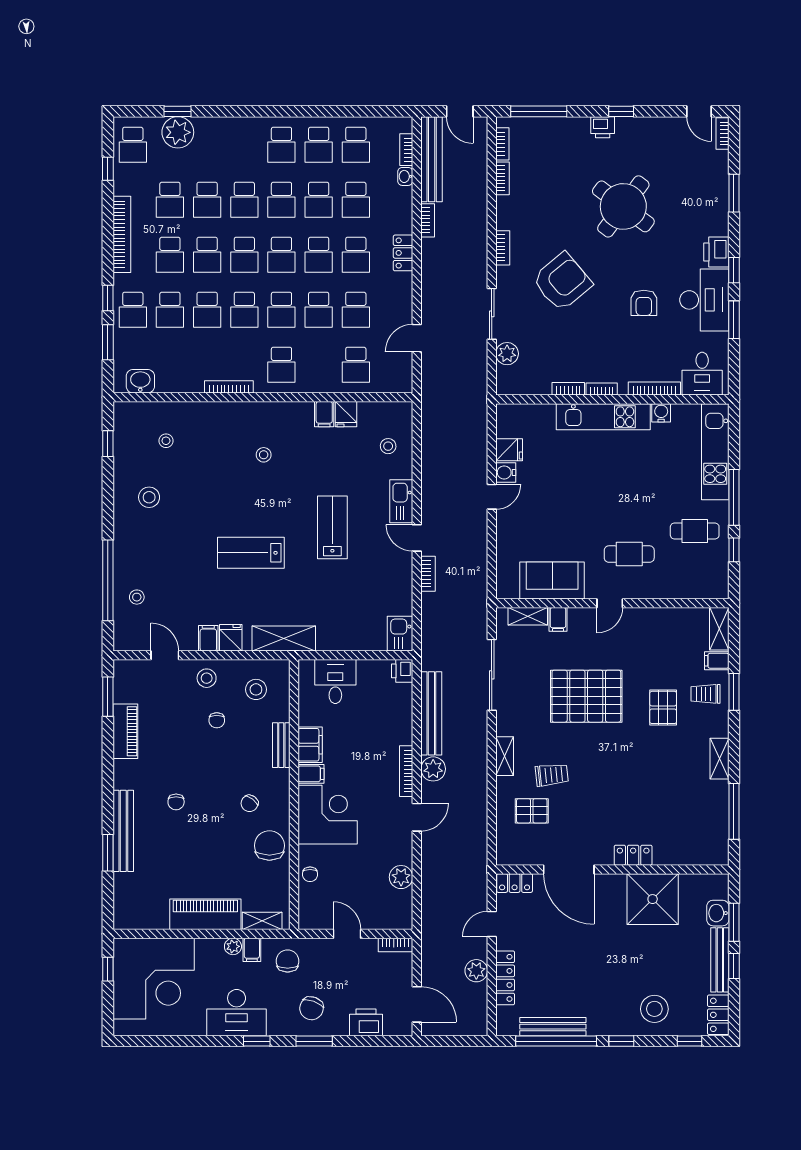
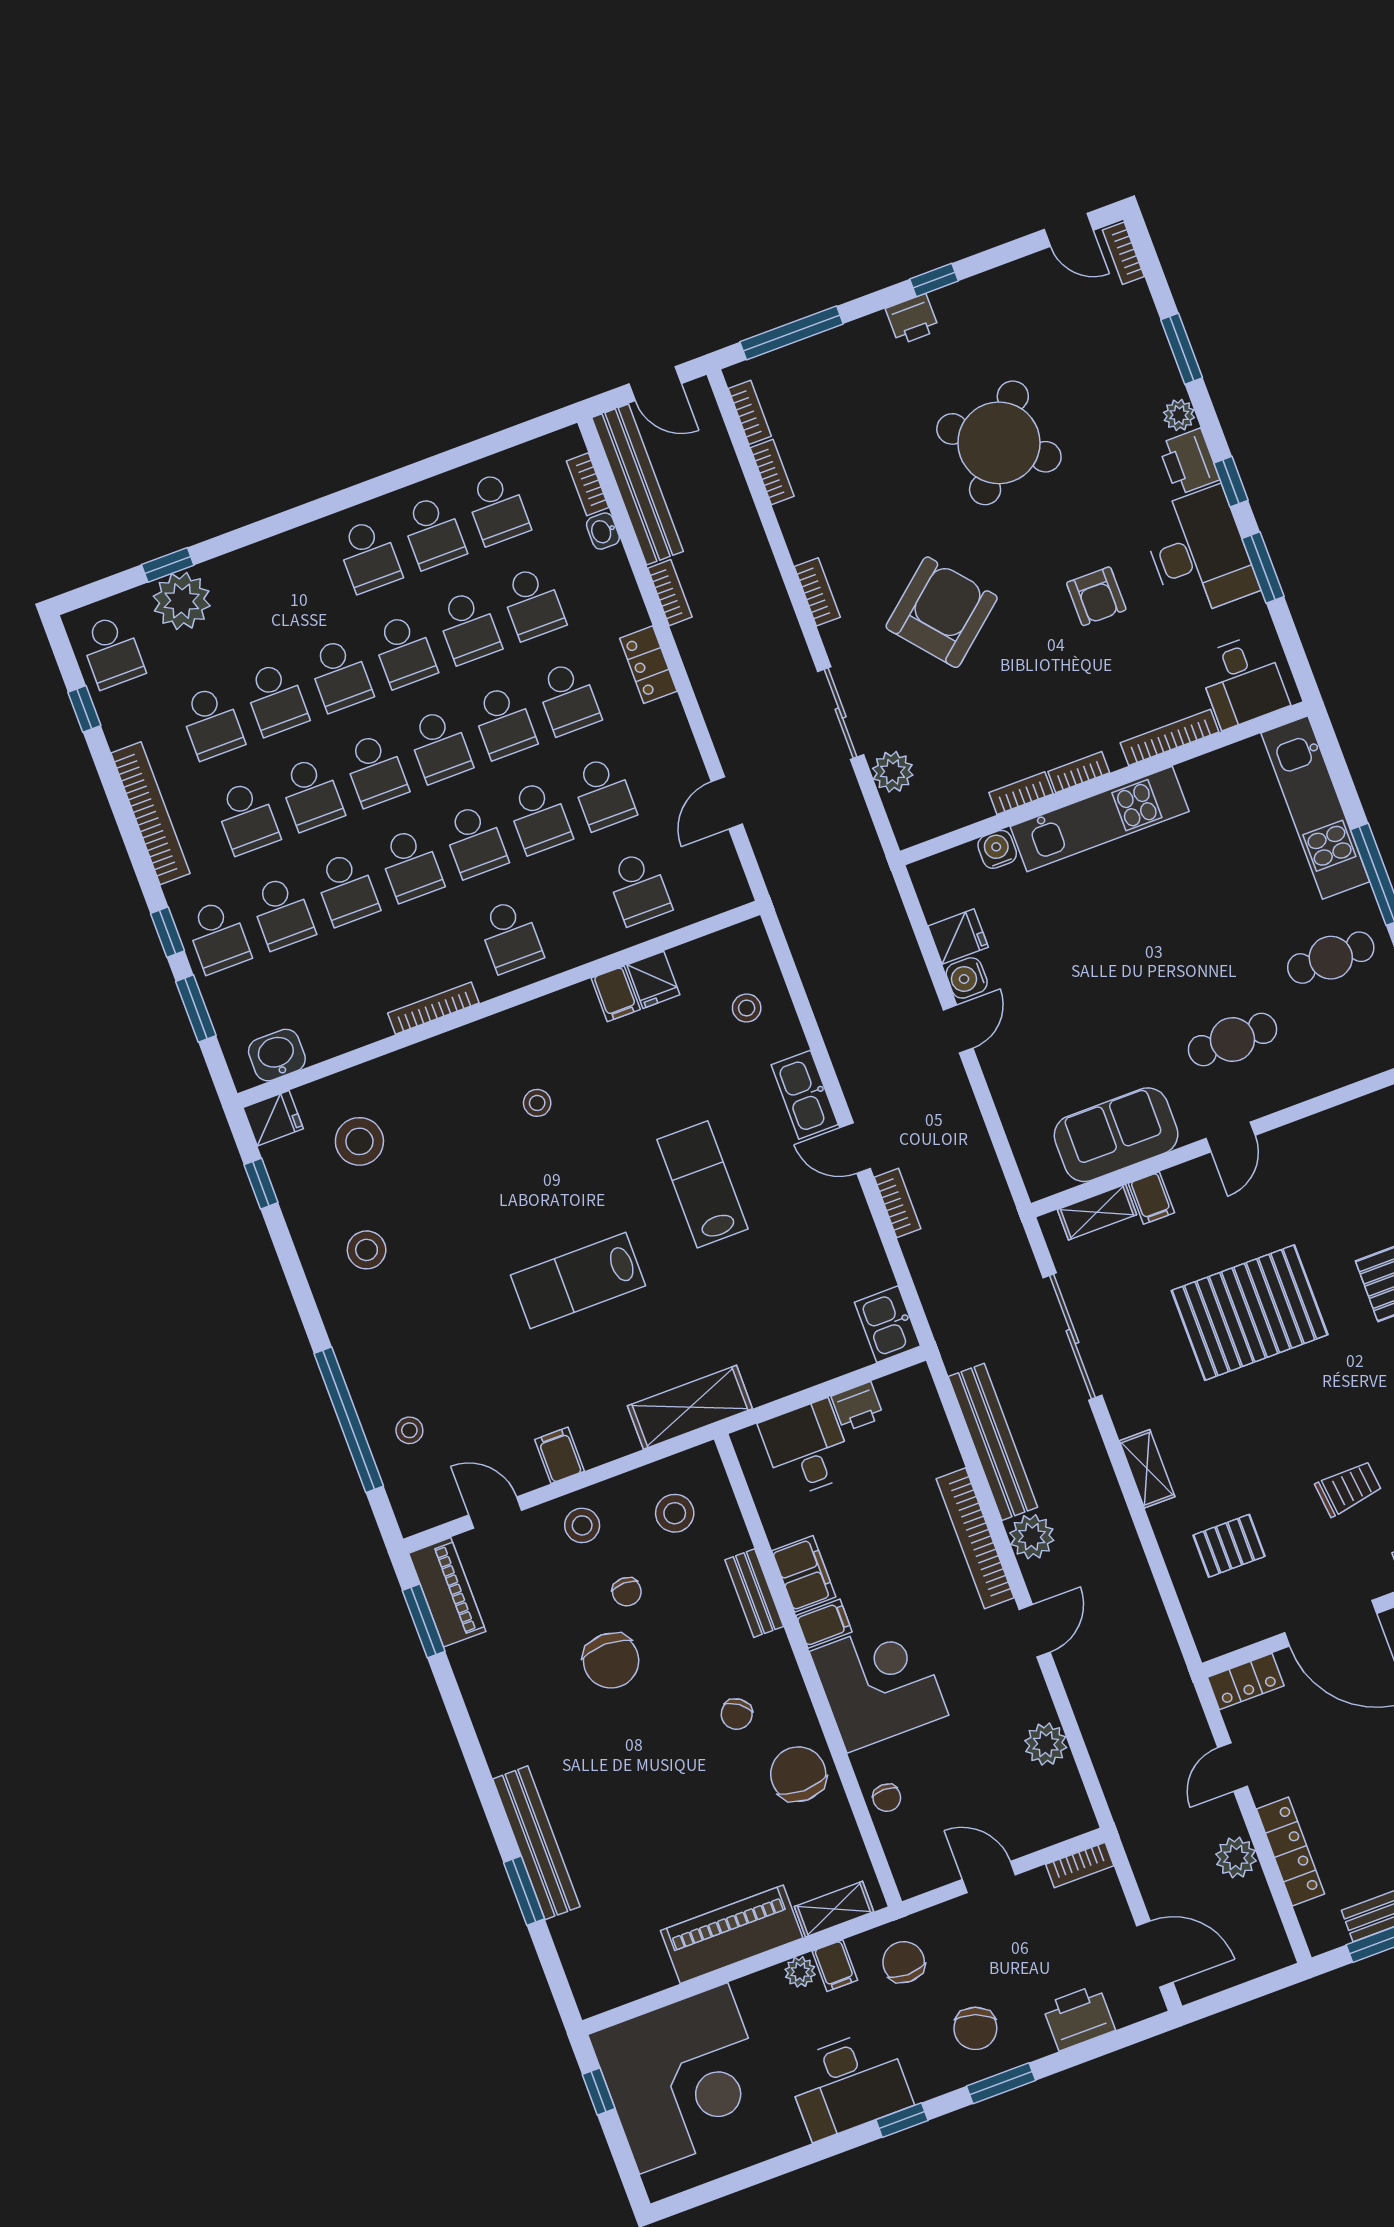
plant: (720, 226) -> (1179, 415), added
water cooler: (661, 413) -> (997, 849), moved
stool: (166, 441) -> (359, 1141), width x1.89, depth x1.89
fridge: (231, 638) -> (273, 1118), moved, turned 90
printer: (402, 671) -> (857, 1407), moved, turned -90
piano: (125, 731) -> (447, 1592), moved
bookcase: (406, 771) -> (975, 1538), width x1.48, depth x1.31
trolley: (552, 775) -> (1348, 1488), moved
chair: (176, 802) -> (611, 1661), moved, width x1.87, depth x1.87

